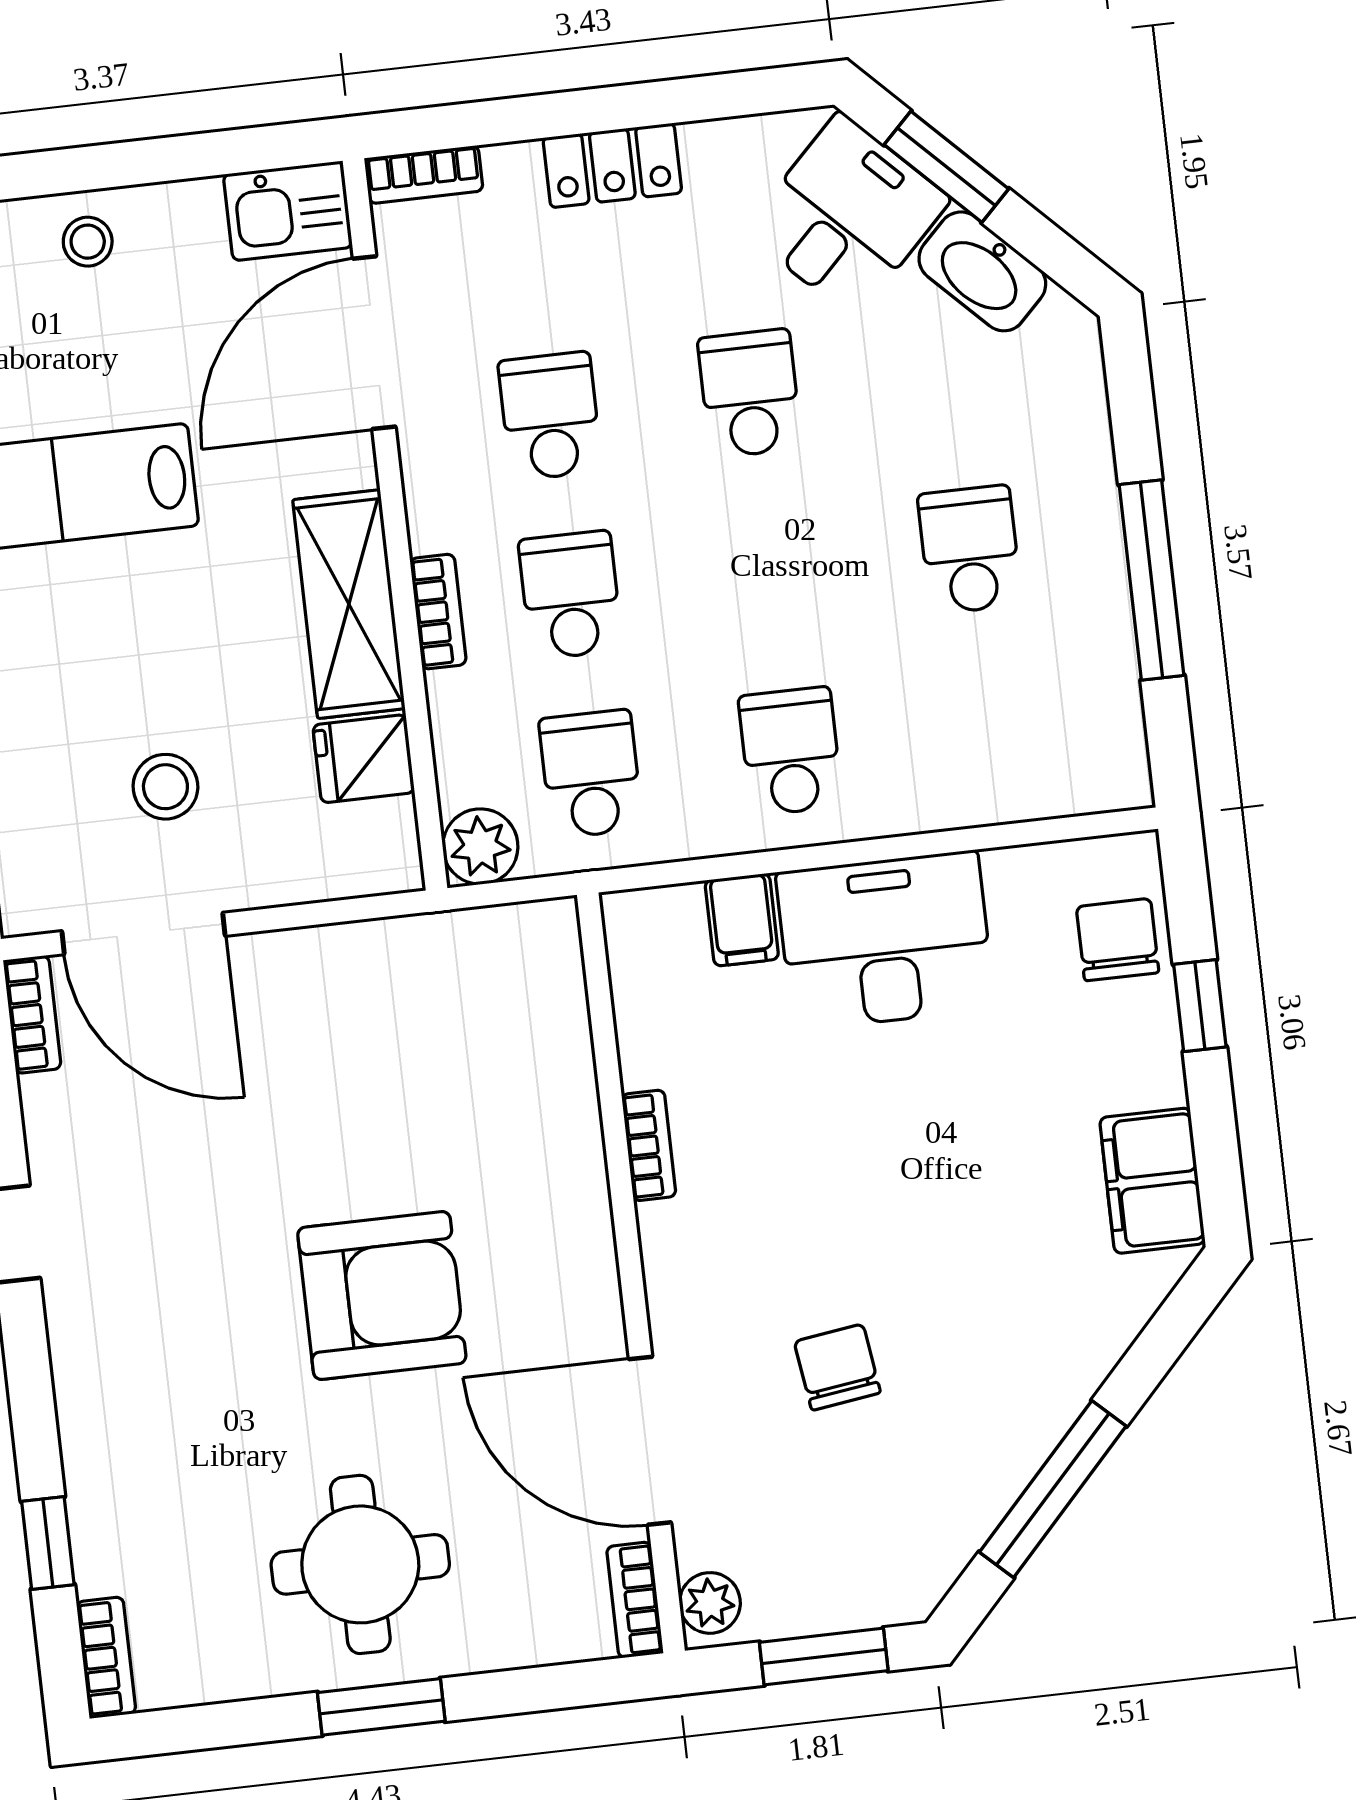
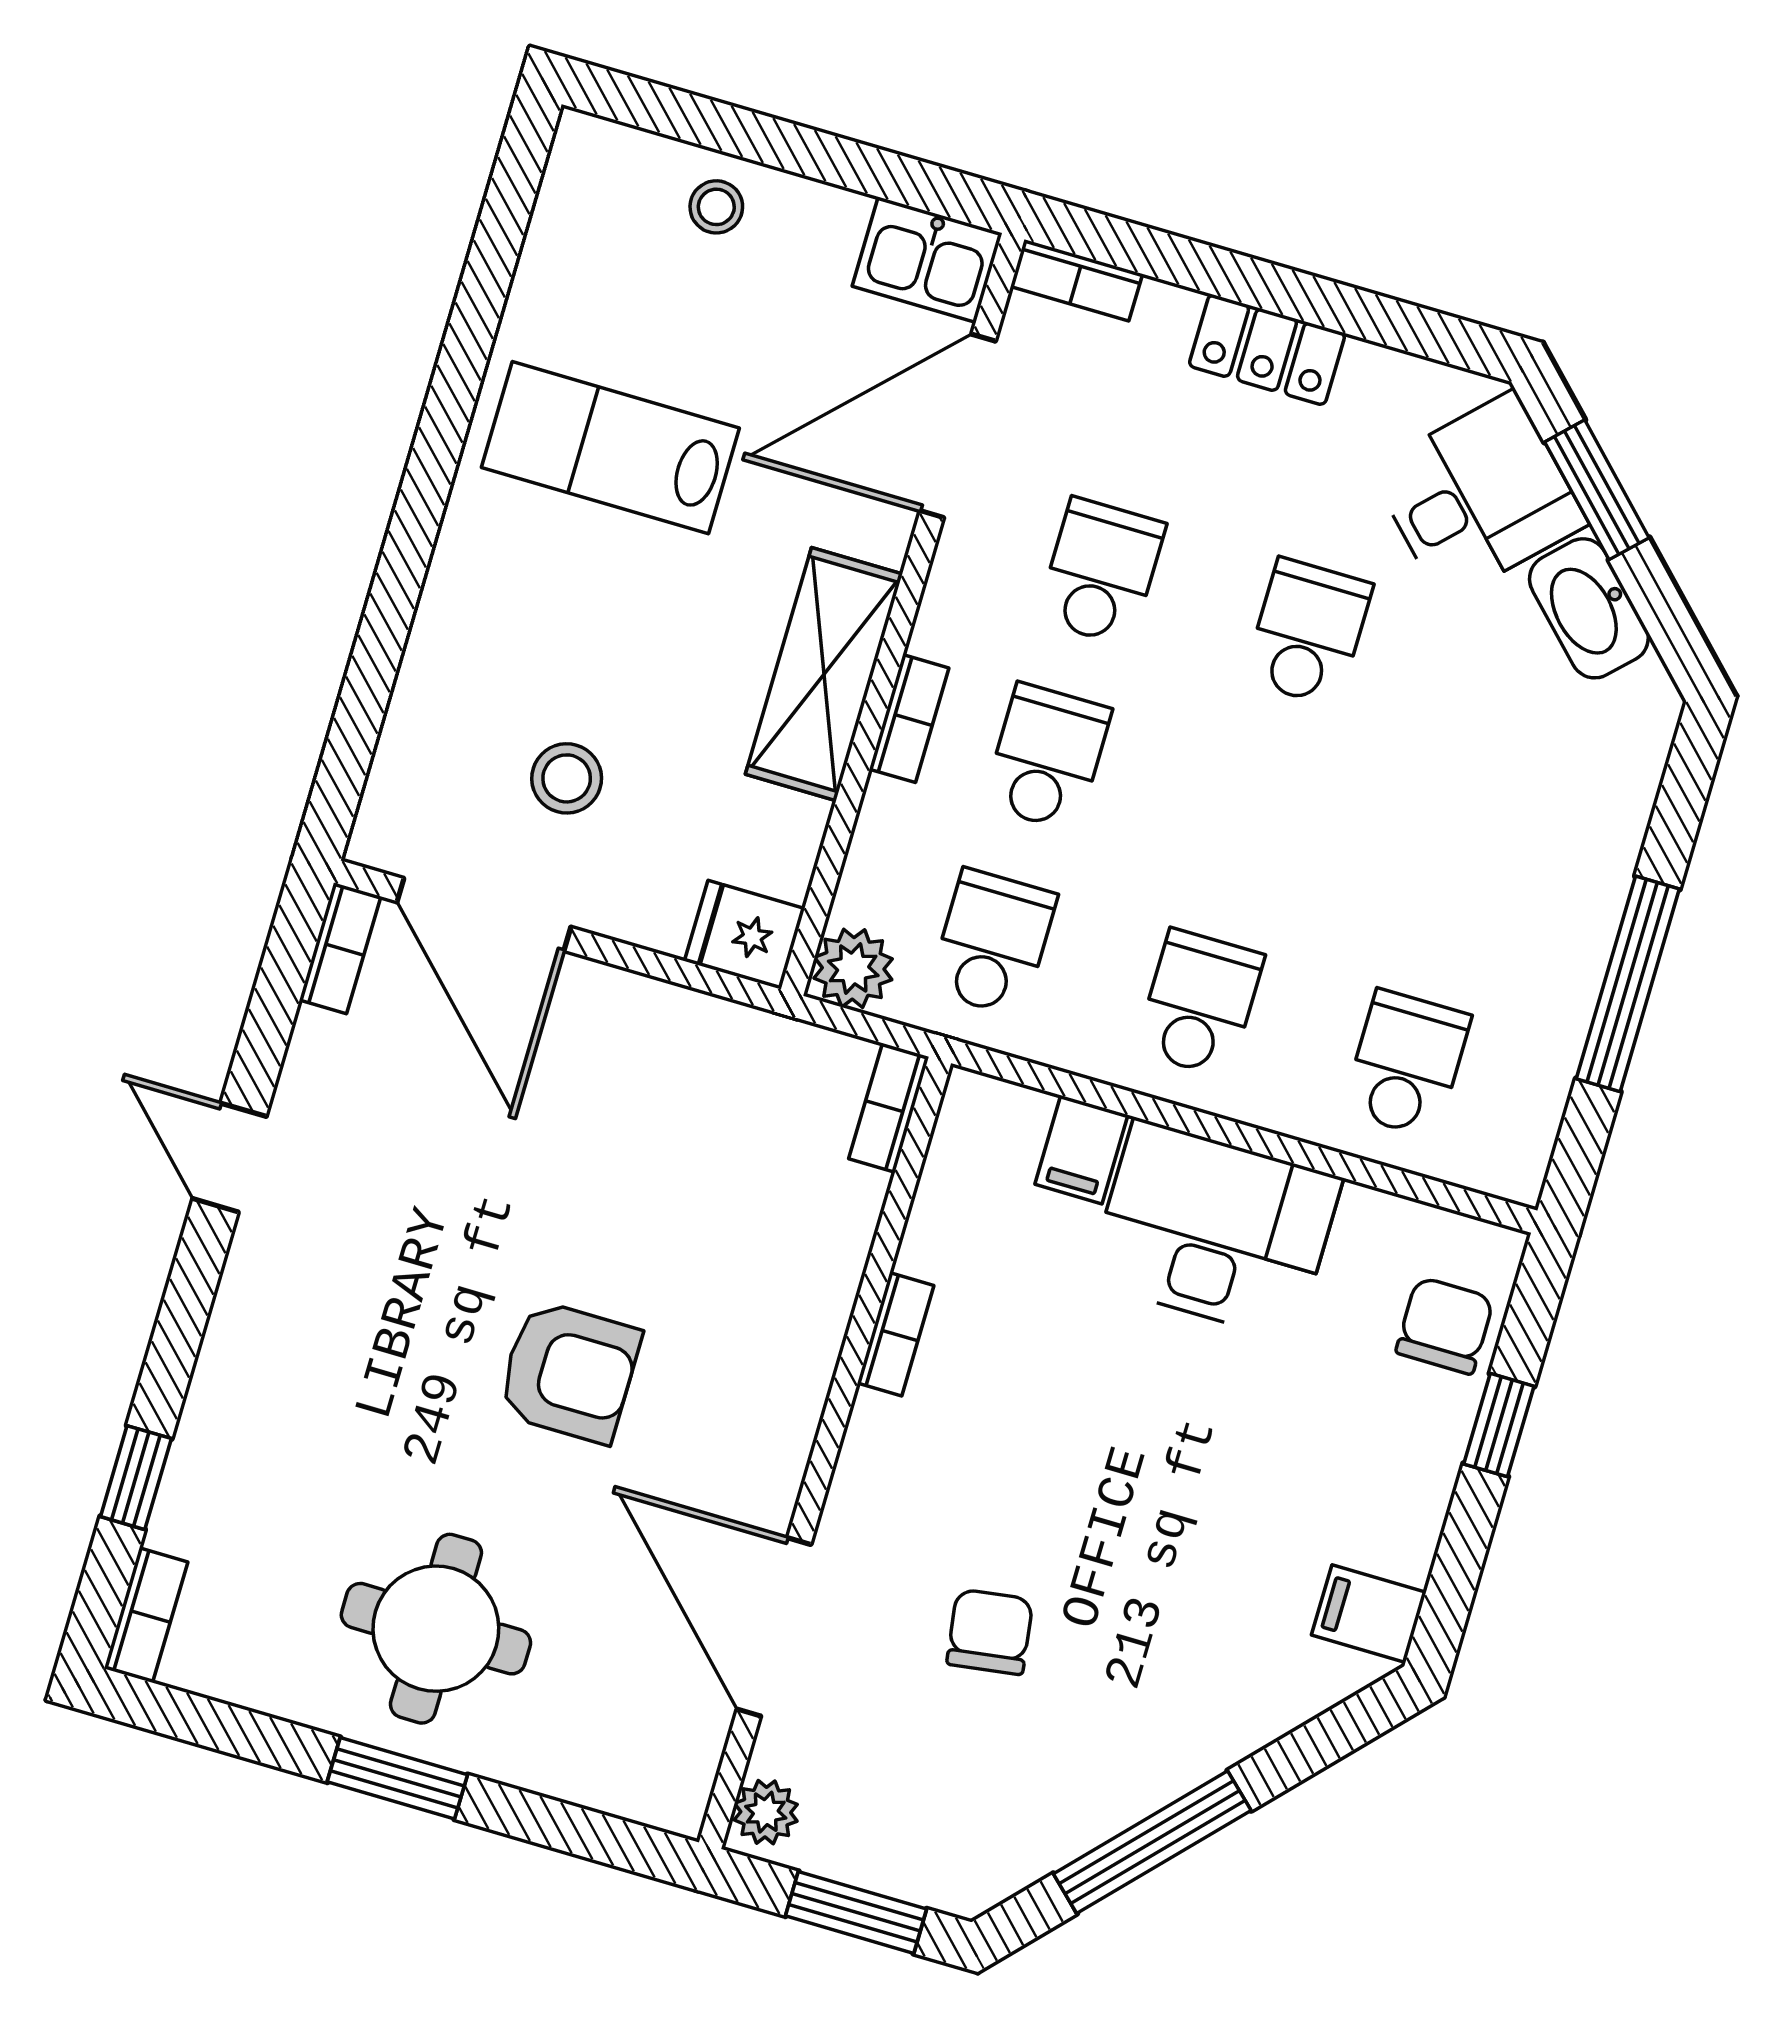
school desk: (970, 550) -> (1406, 1064), moved
fridge: (364, 759) -> (745, 935), moved
filing cabinet: (1152, 1181) -> (1369, 1614), width x0.50
armchair: (382, 1295) -> (569, 1372), width x0.73, depth x0.73
bookcase: (635, 1600) -> (889, 1108), moved

